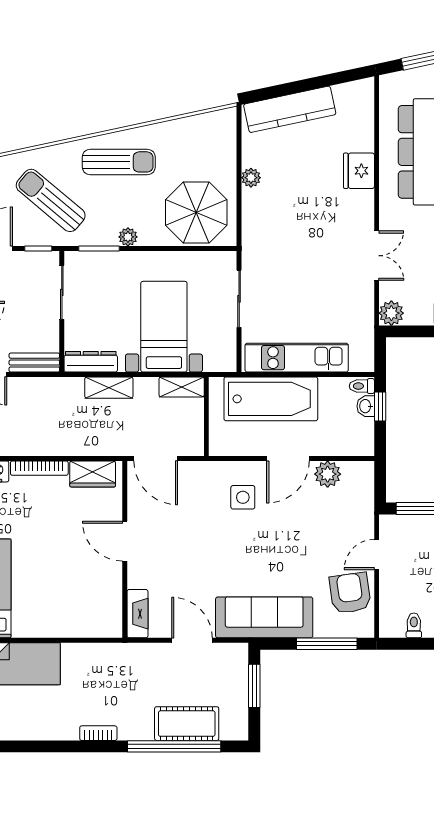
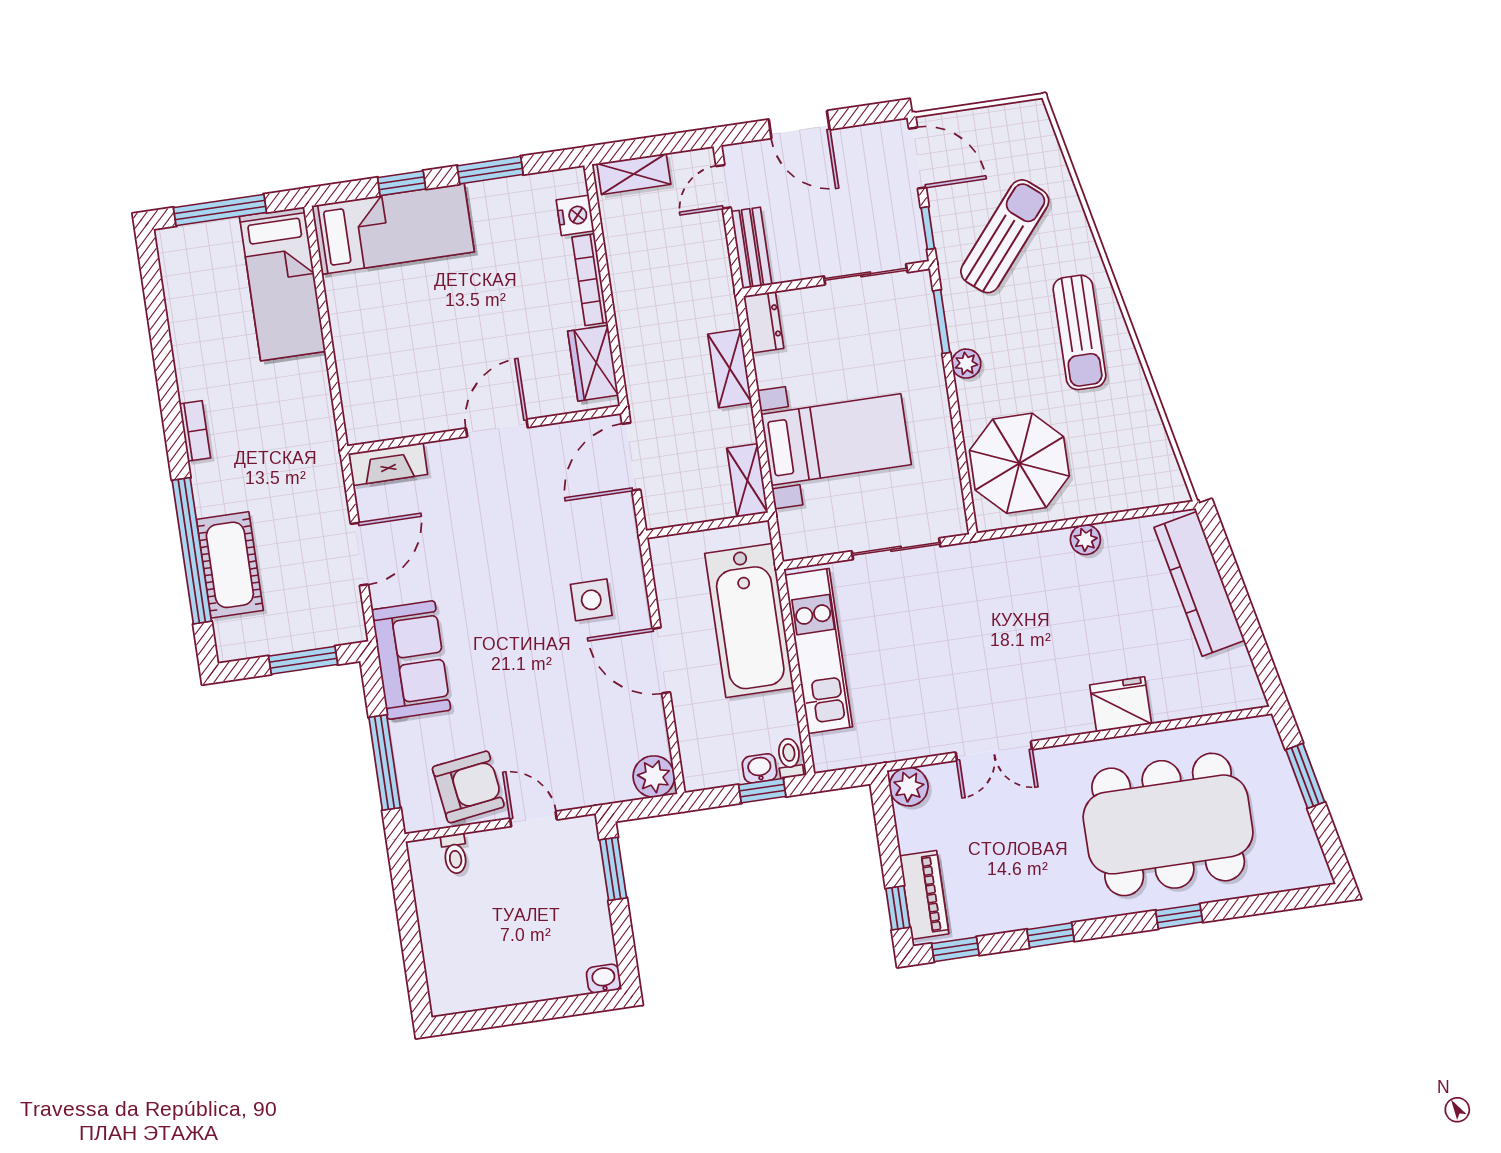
dresser: (91, 362) -> (764, 322), width x0.70
plant: (328, 474) -> (654, 777), moved
sofa: (264, 617) -> (411, 660), width x0.73
toilet: (414, 625) -> (455, 854), moved, turned 90

